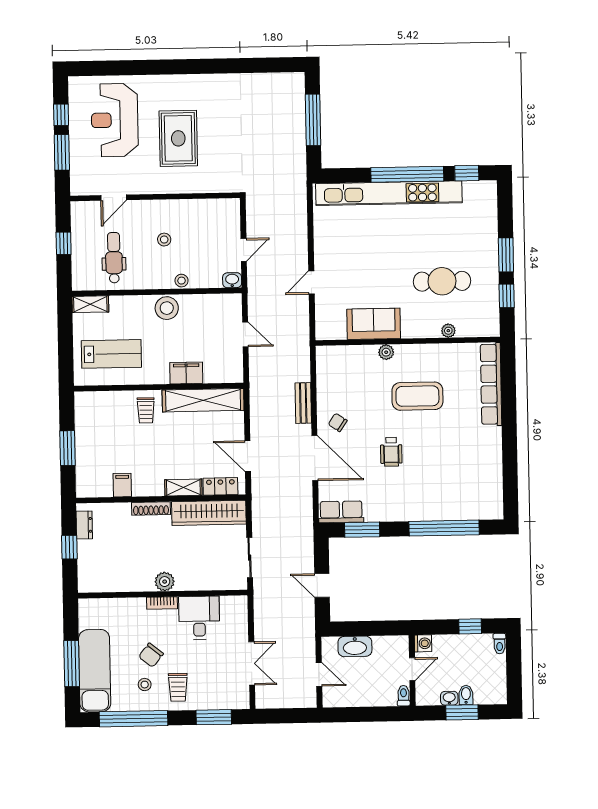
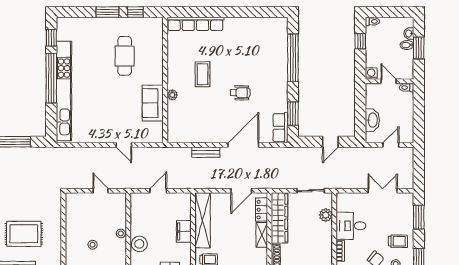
washbasin: (232, 280) -> (121, 199), removed
plant: (448, 331) -> (158, 52), removed
coffee table: (417, 396) -> (203, 74), width x0.73, depth x0.76
chair: (338, 422) -> (219, 129), removed
plant: (165, 582) -> (326, 215), moved
washbasin: (449, 698) -> (409, 34), moved

